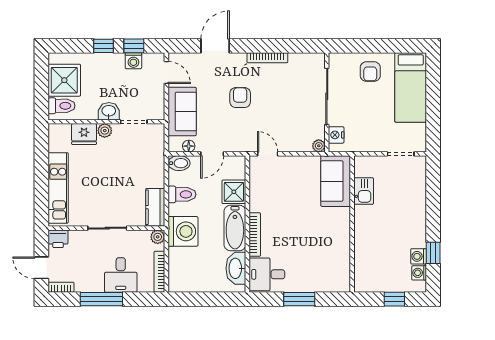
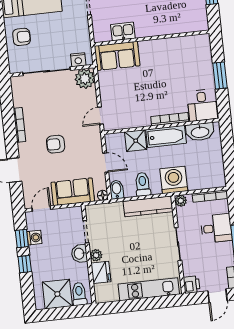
floor lamp: (189, 146) -> (103, 195), moved
plant: (319, 146) -> (85, 79), width x1.88, depth x1.88
kitchen counter: (155, 207) -> (148, 206), width x1.50

